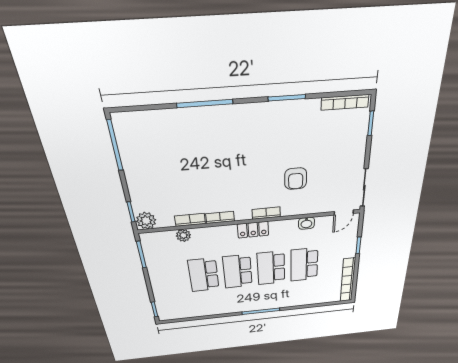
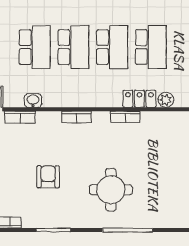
round table: (228, 147) -> (111, 190), added
armchair: (296, 179) -> (48, 177), moved
bookcase: (190, 220) -> (20, 117), moved
locker: (253, 230) -> (139, 99), moved

